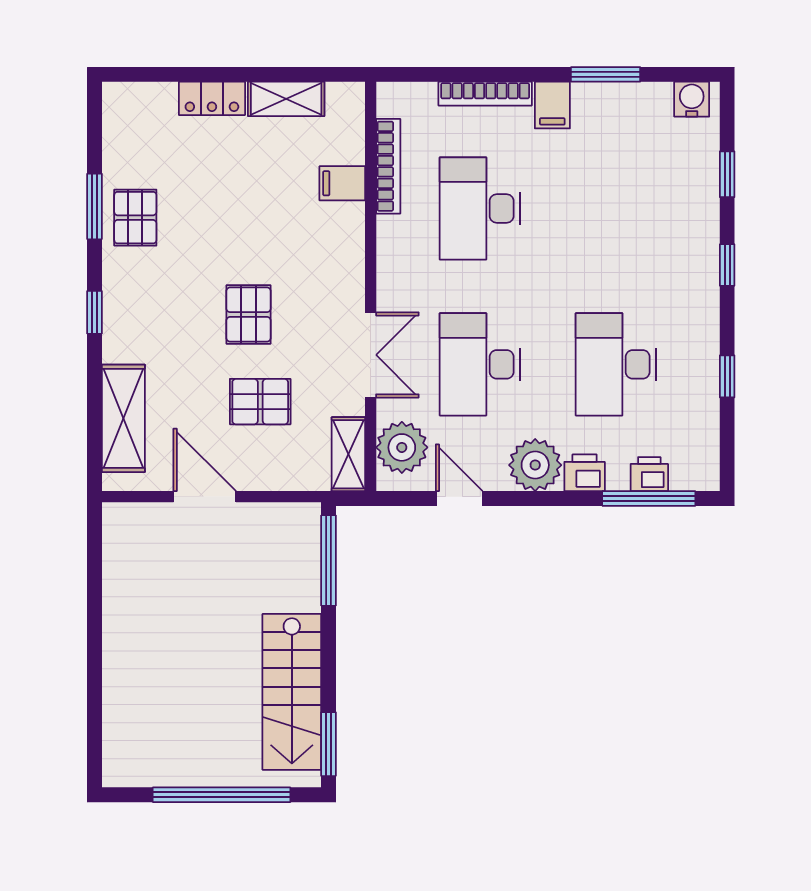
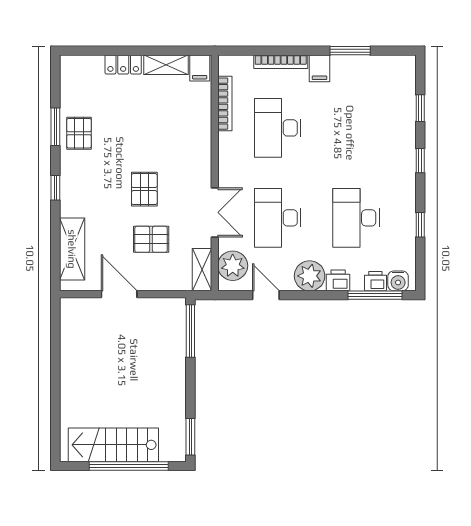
water cooler: (692, 99) -> (398, 281), moved, turned 180
filing cabinet: (342, 183) -> (200, 68), moved, turned -90
stairs: (292, 692) -> (113, 445), moved, turned 90

